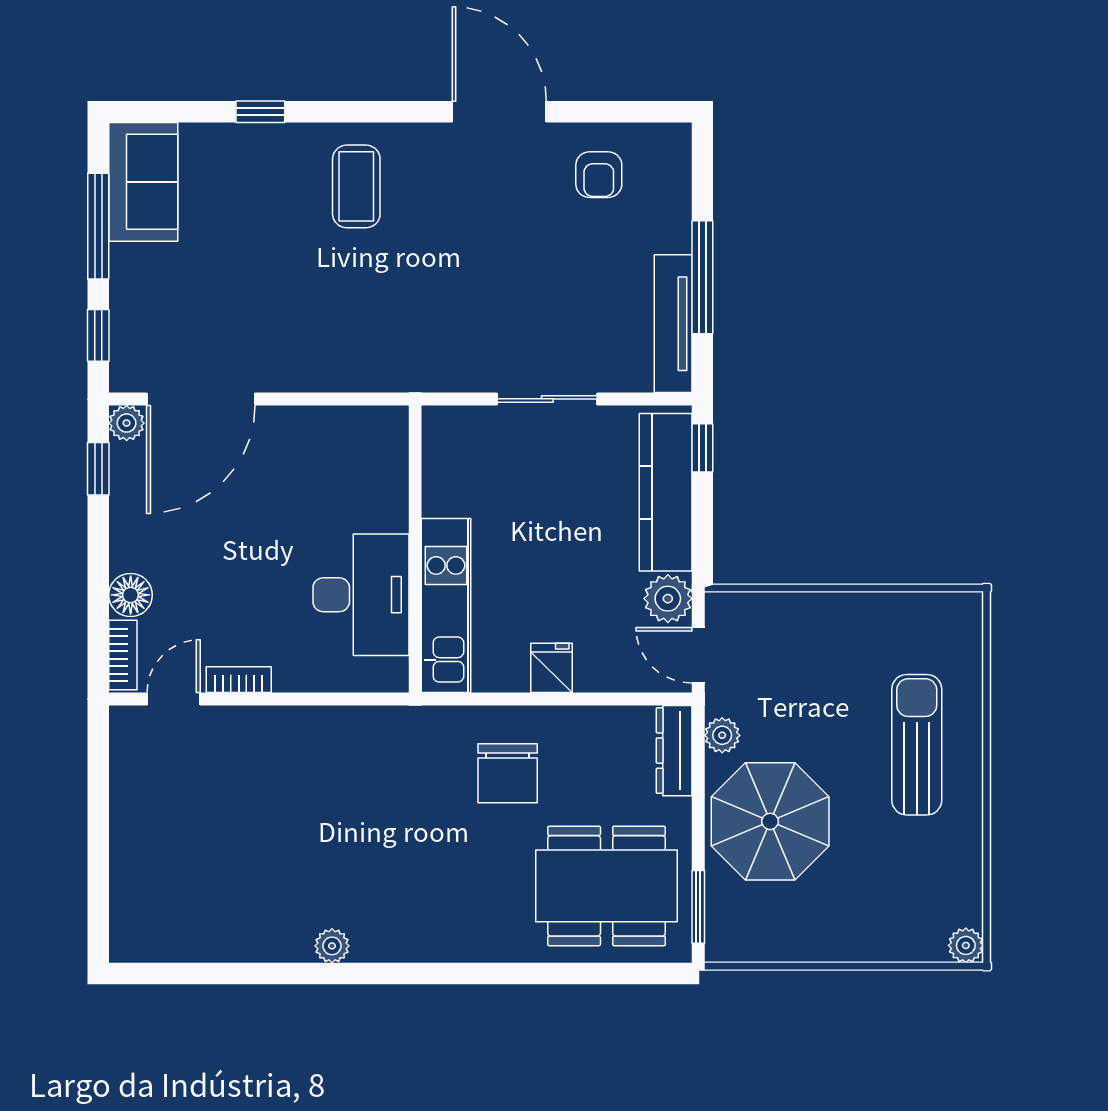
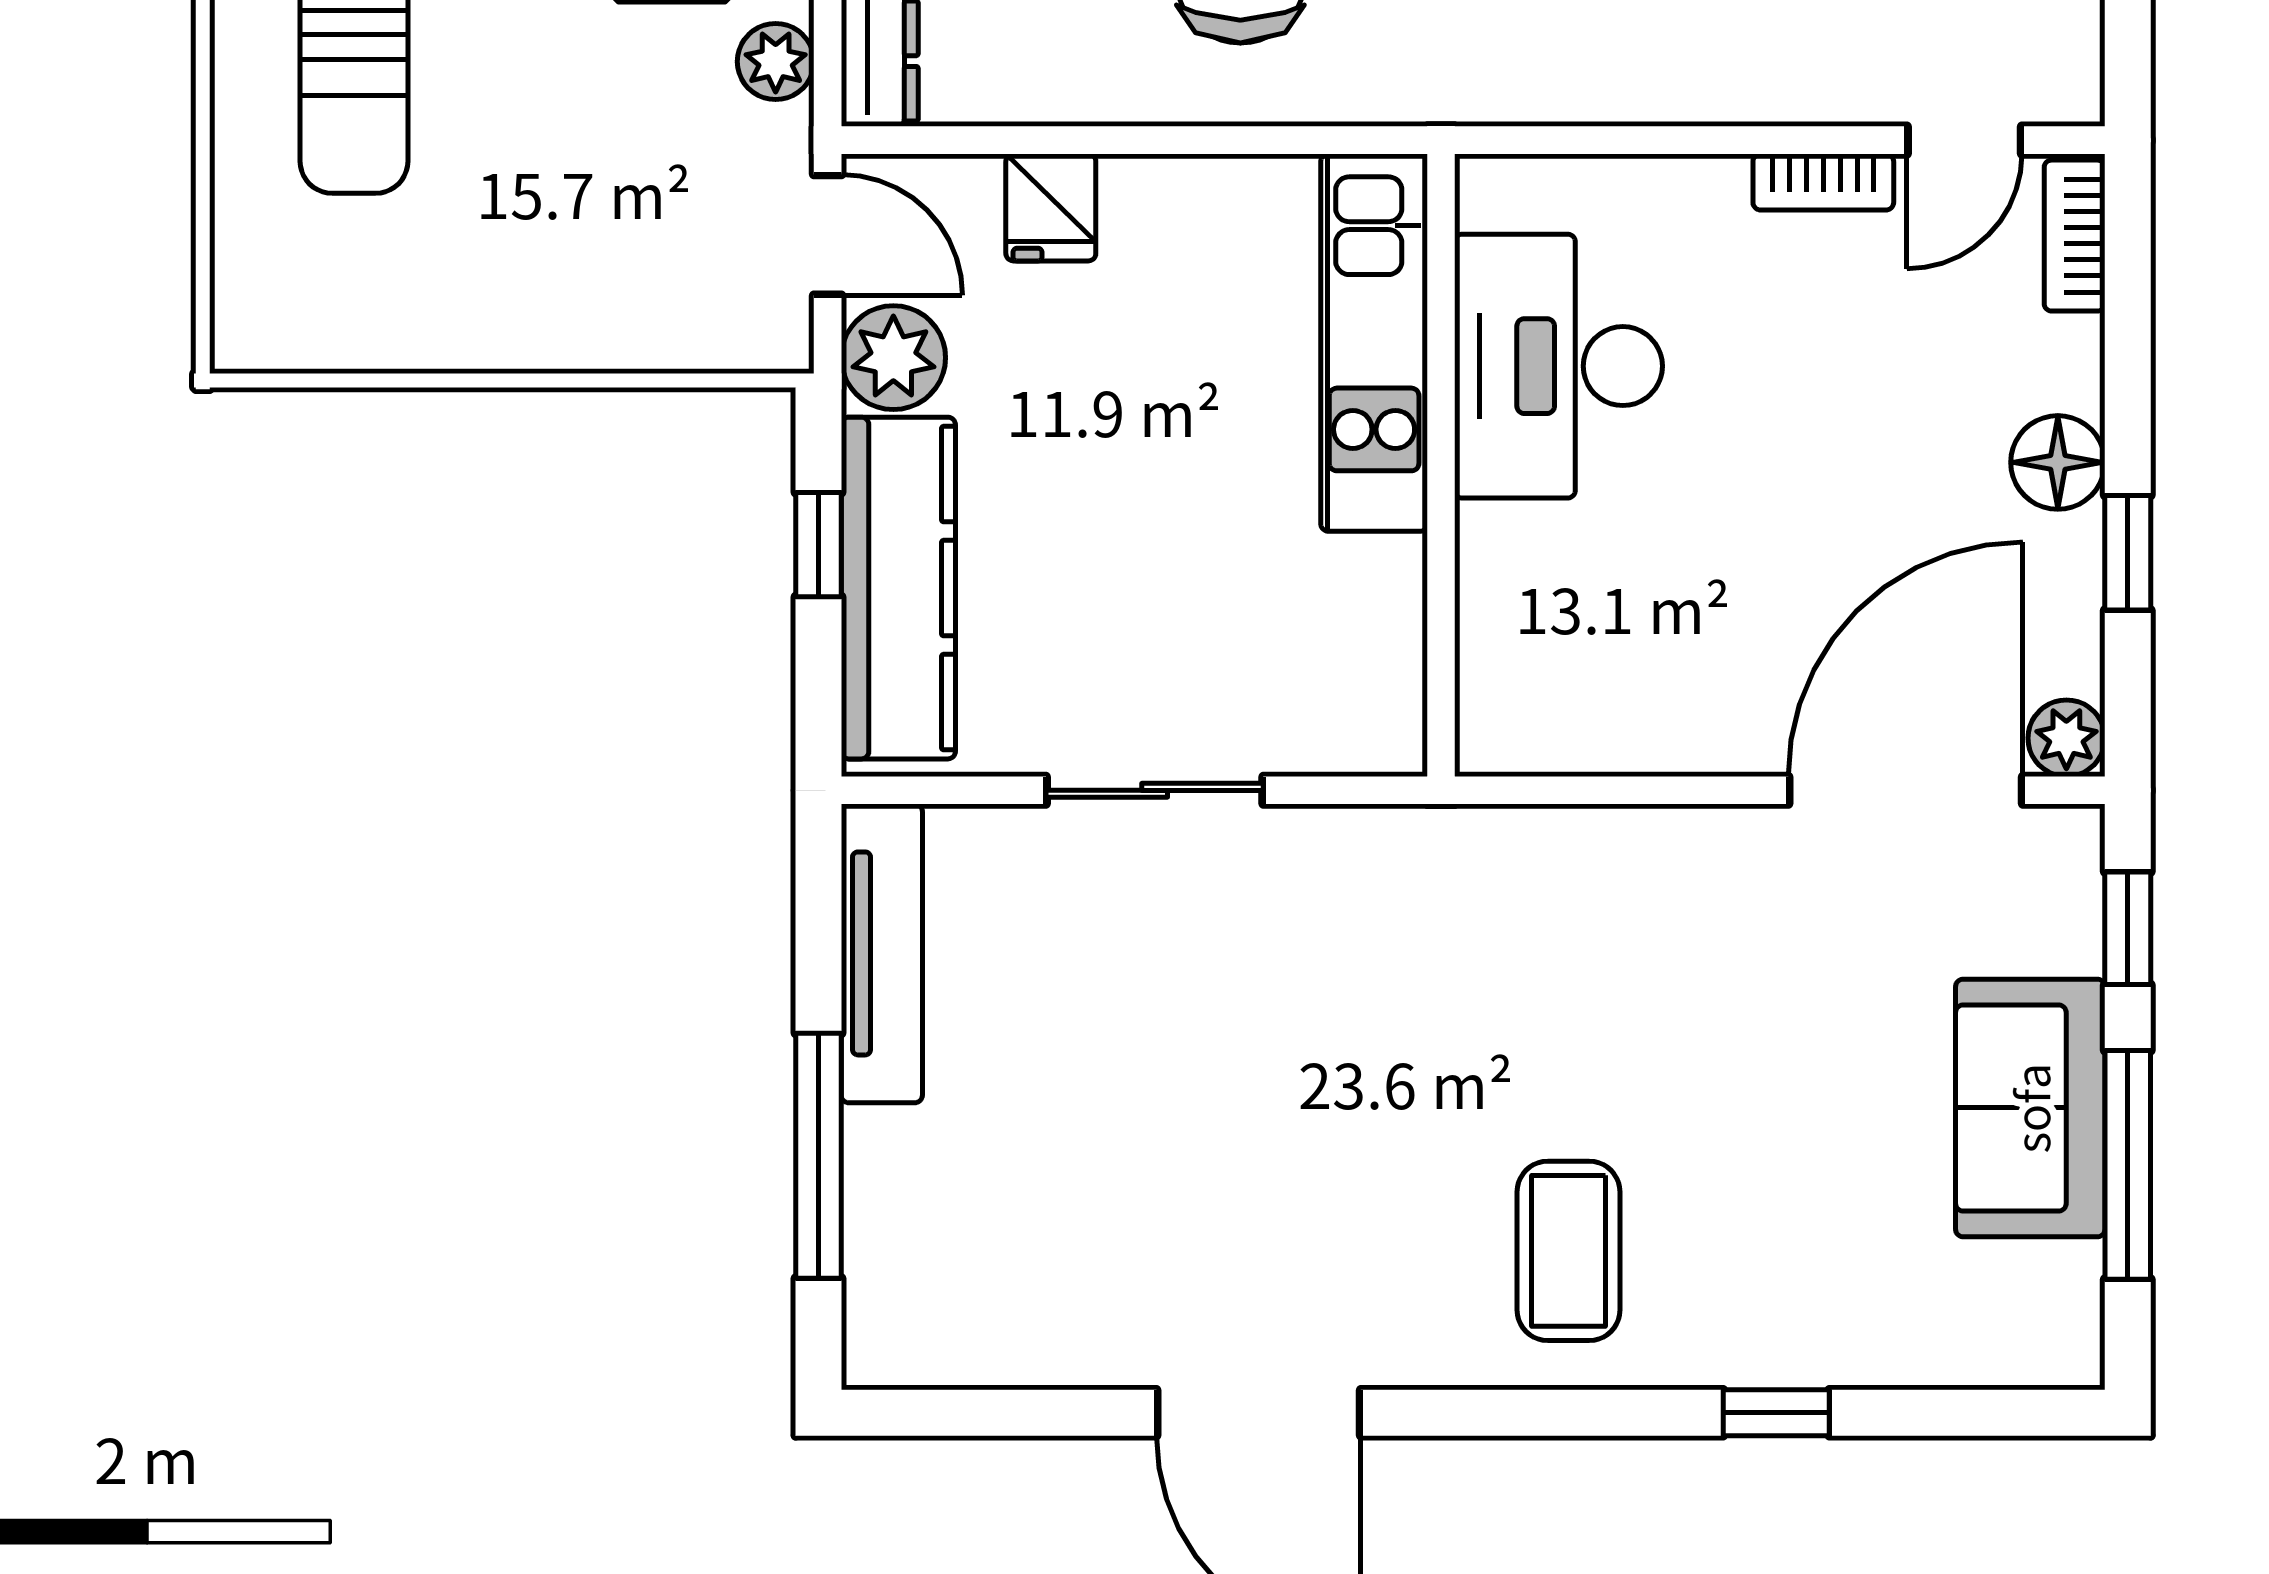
armchair: (599, 175) -> (1043, 1276), removed
sofa: (143, 182) -> (2030, 1108), moved
window: (702, 277) -> (818, 1156), moved
window: (702, 448) -> (818, 545), moved
window: (98, 469) -> (2128, 553), moved
floor lamp: (131, 595) -> (2058, 462), moved
fridge: (551, 668) -> (1051, 207), moved

